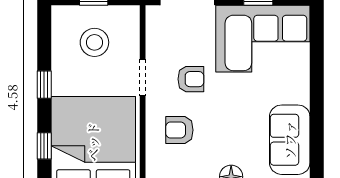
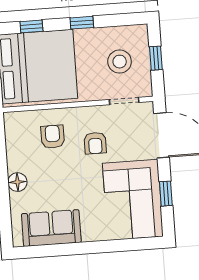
doorway: (143, 77) -> (124, 101), moved

